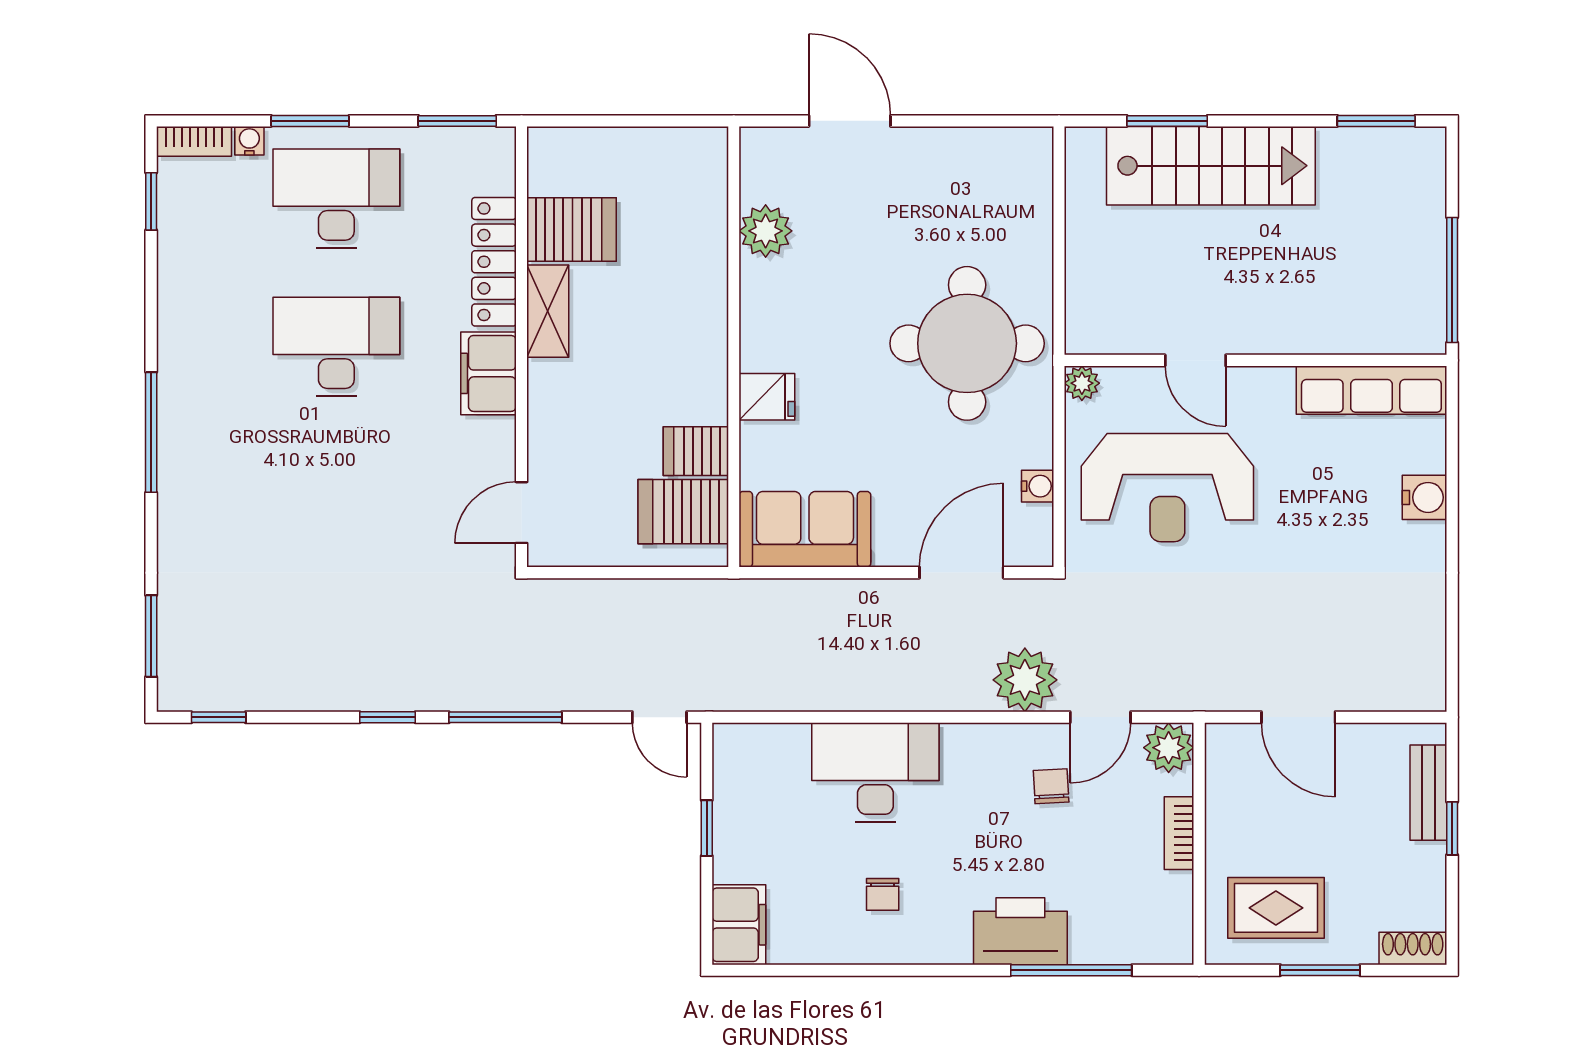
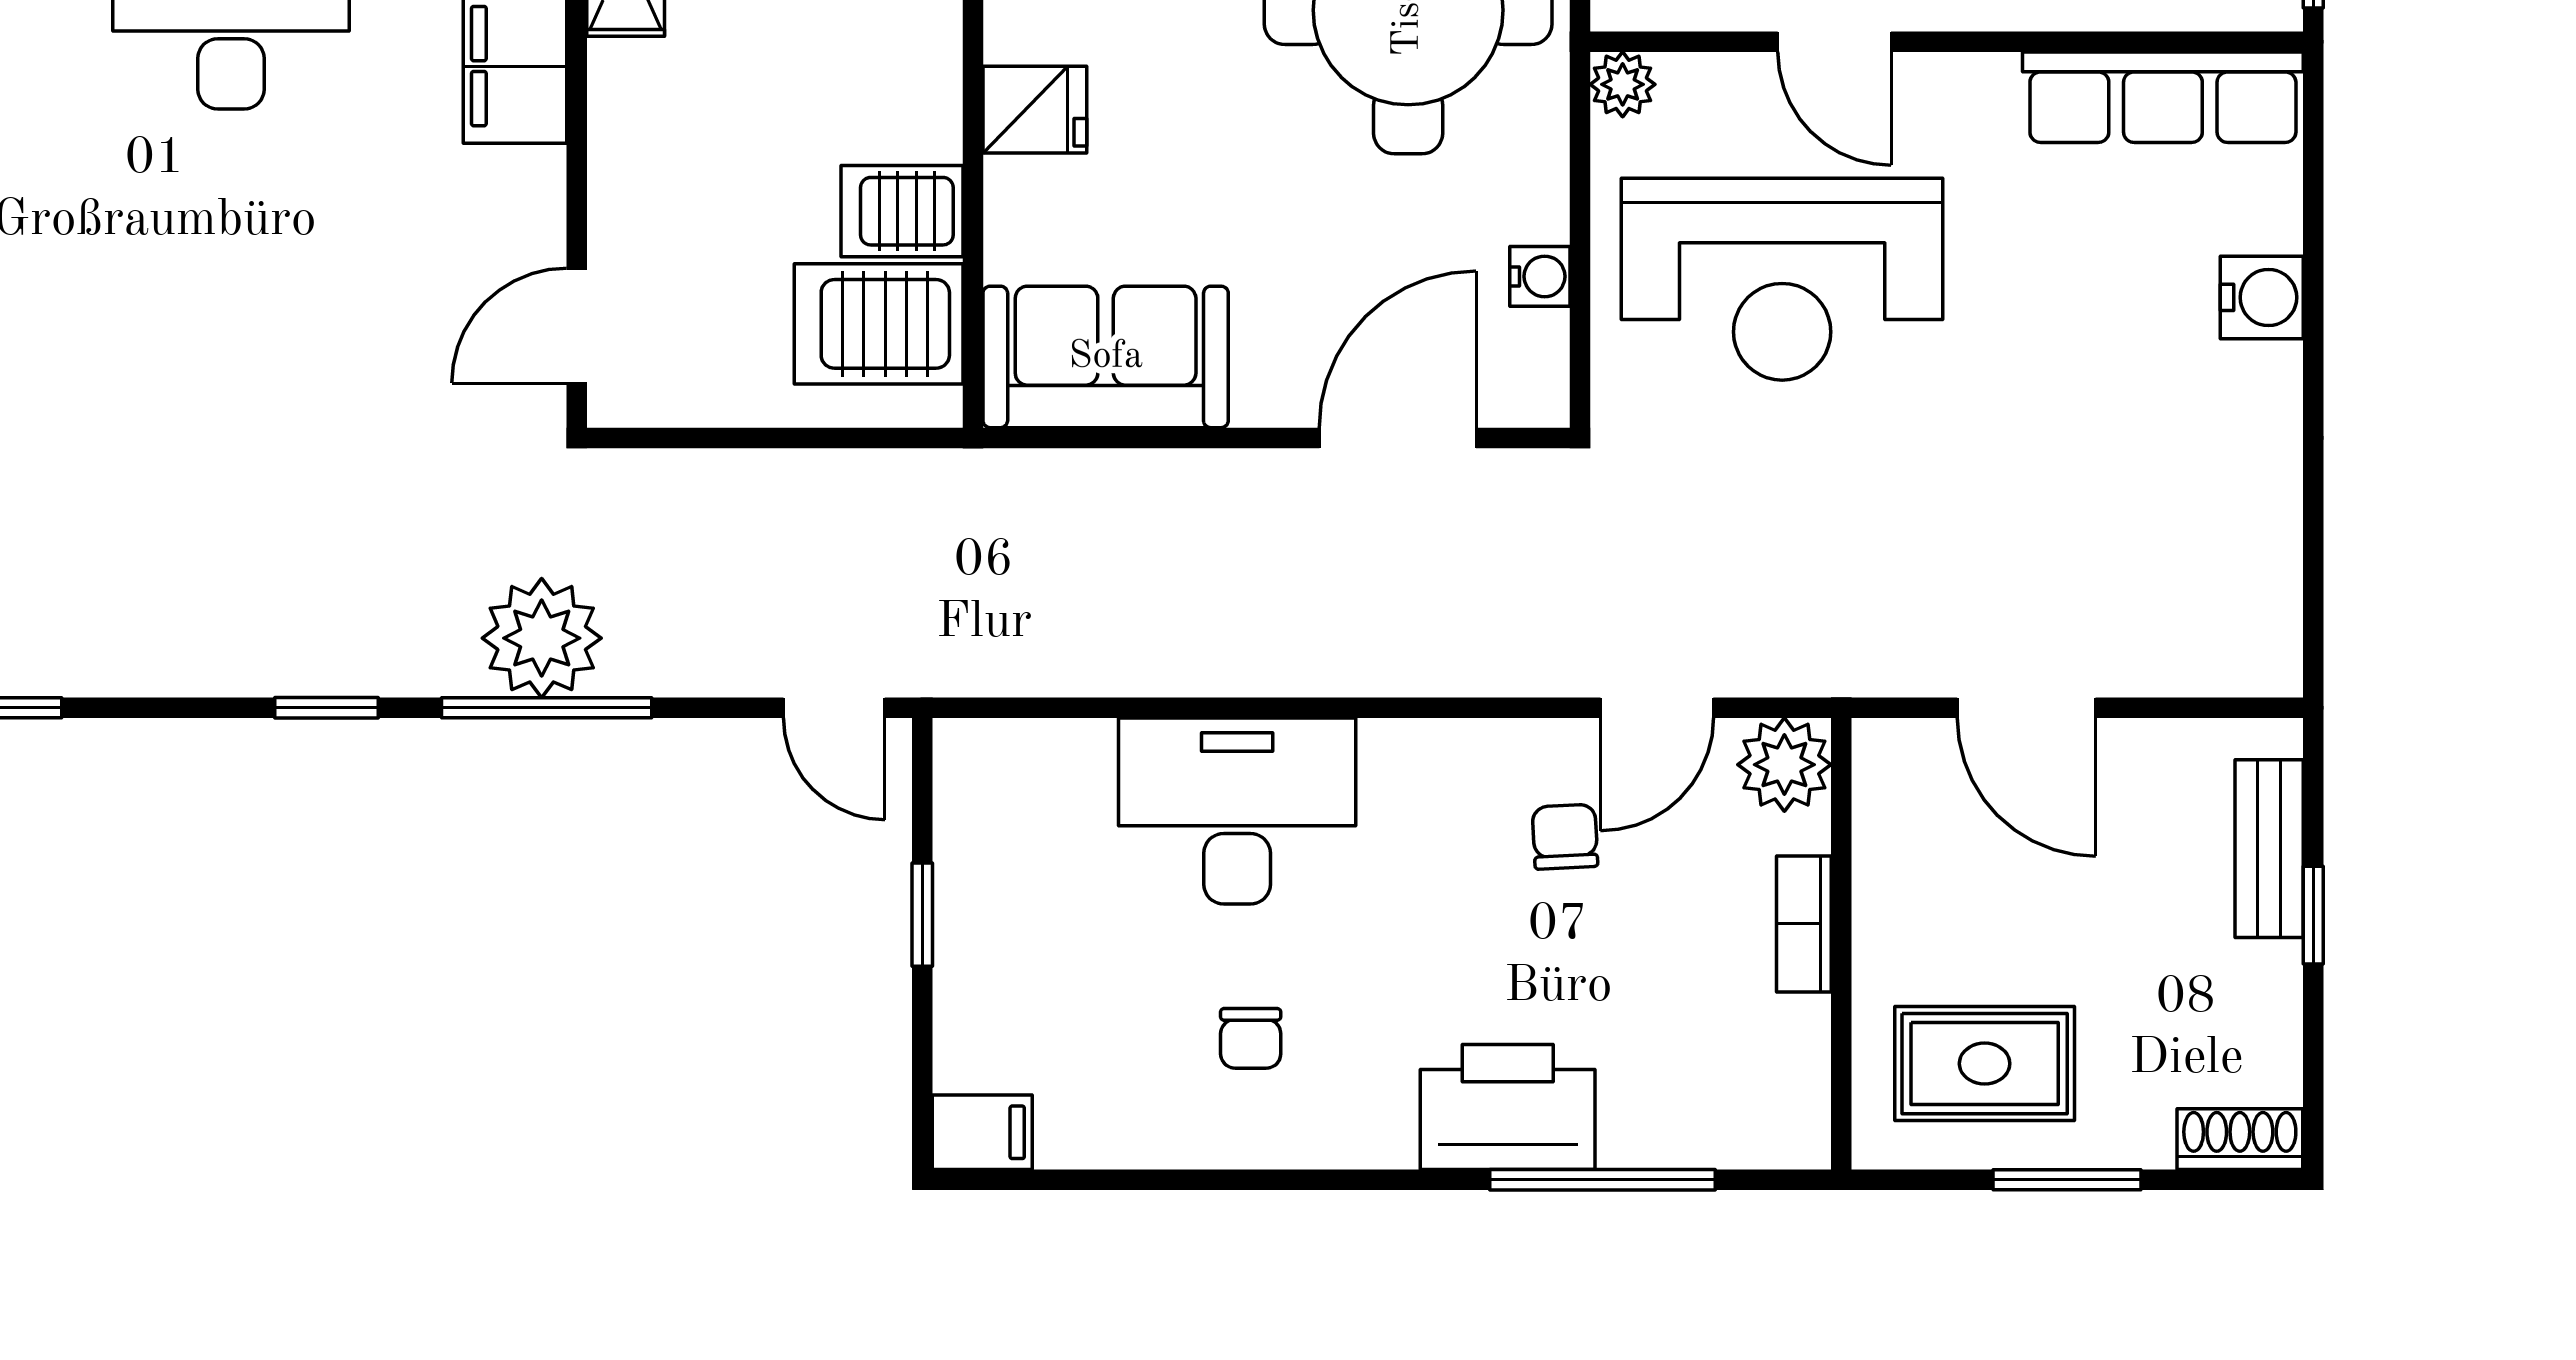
plant: (1025, 680) -> (542, 638), moved
filing cabinet: (739, 925) -> (982, 1132), width x0.50

